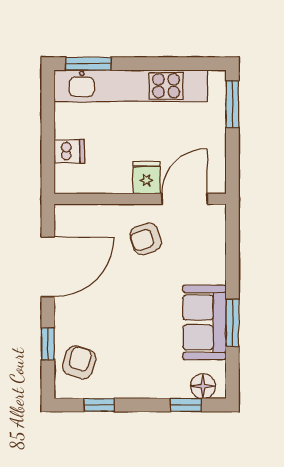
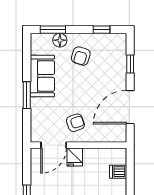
window: (232, 323) -> (27, 95), moved
armchair: (79, 362) -> (81, 56), moved
floor lamp: (203, 386) -> (60, 40), moved
window: (186, 405) -> (53, 30), width x1.50

